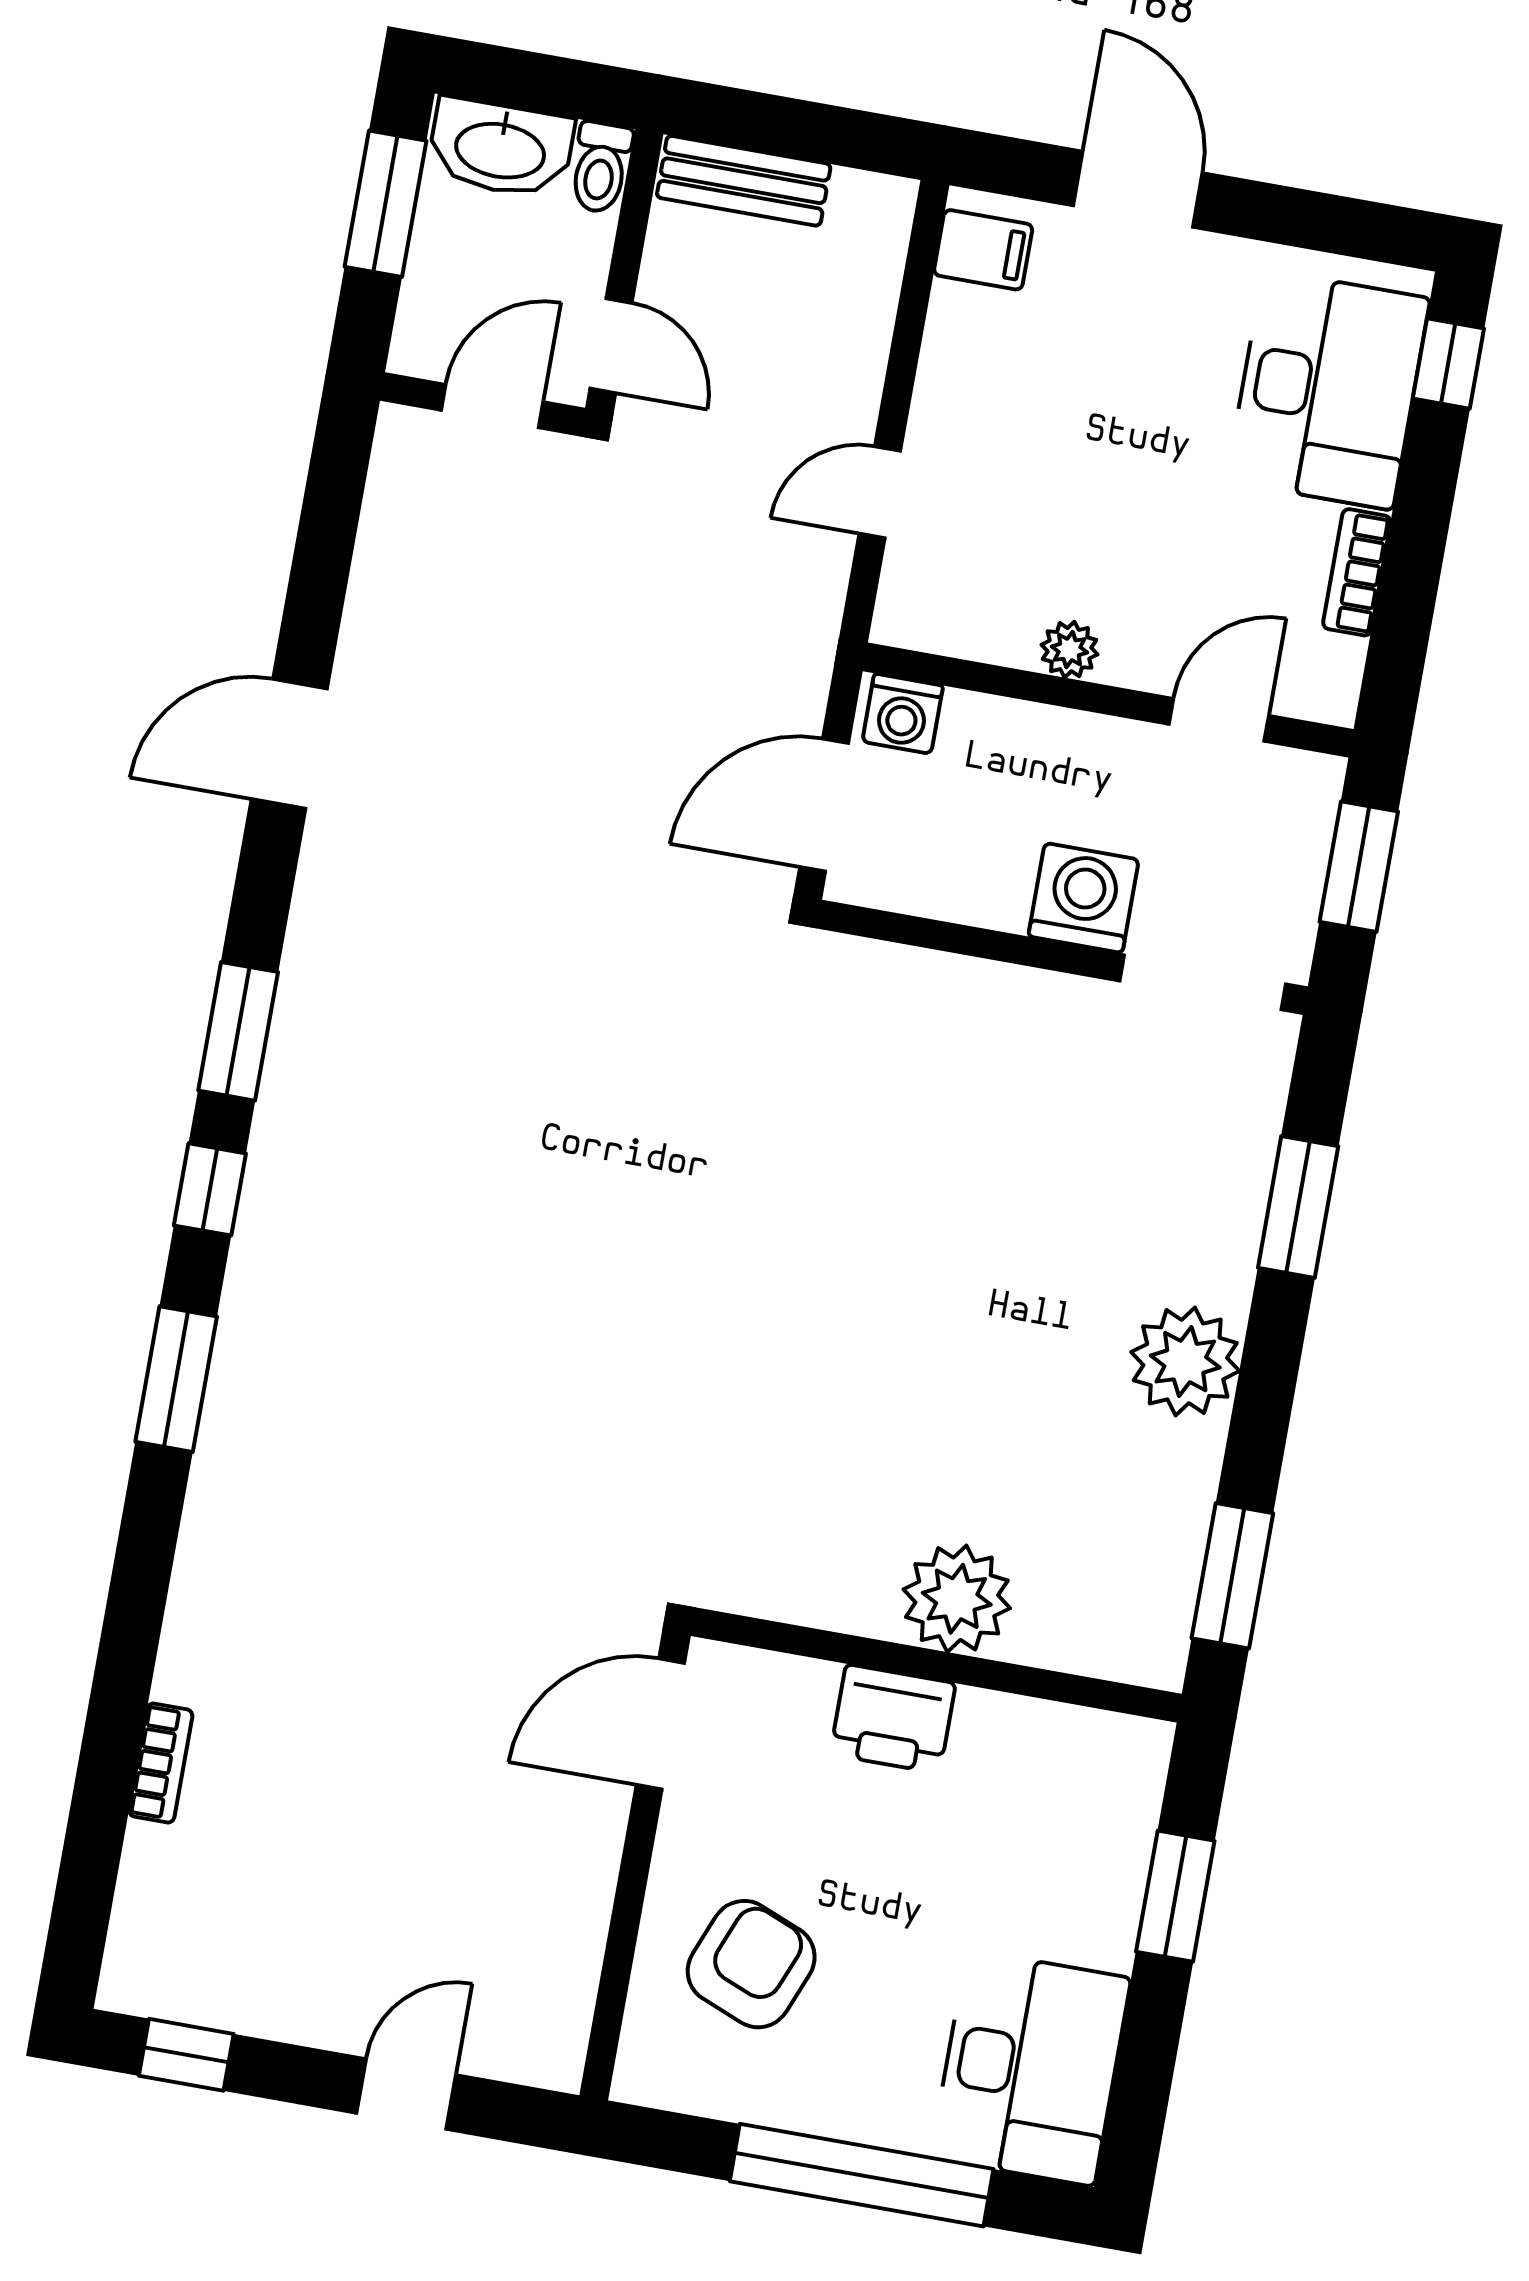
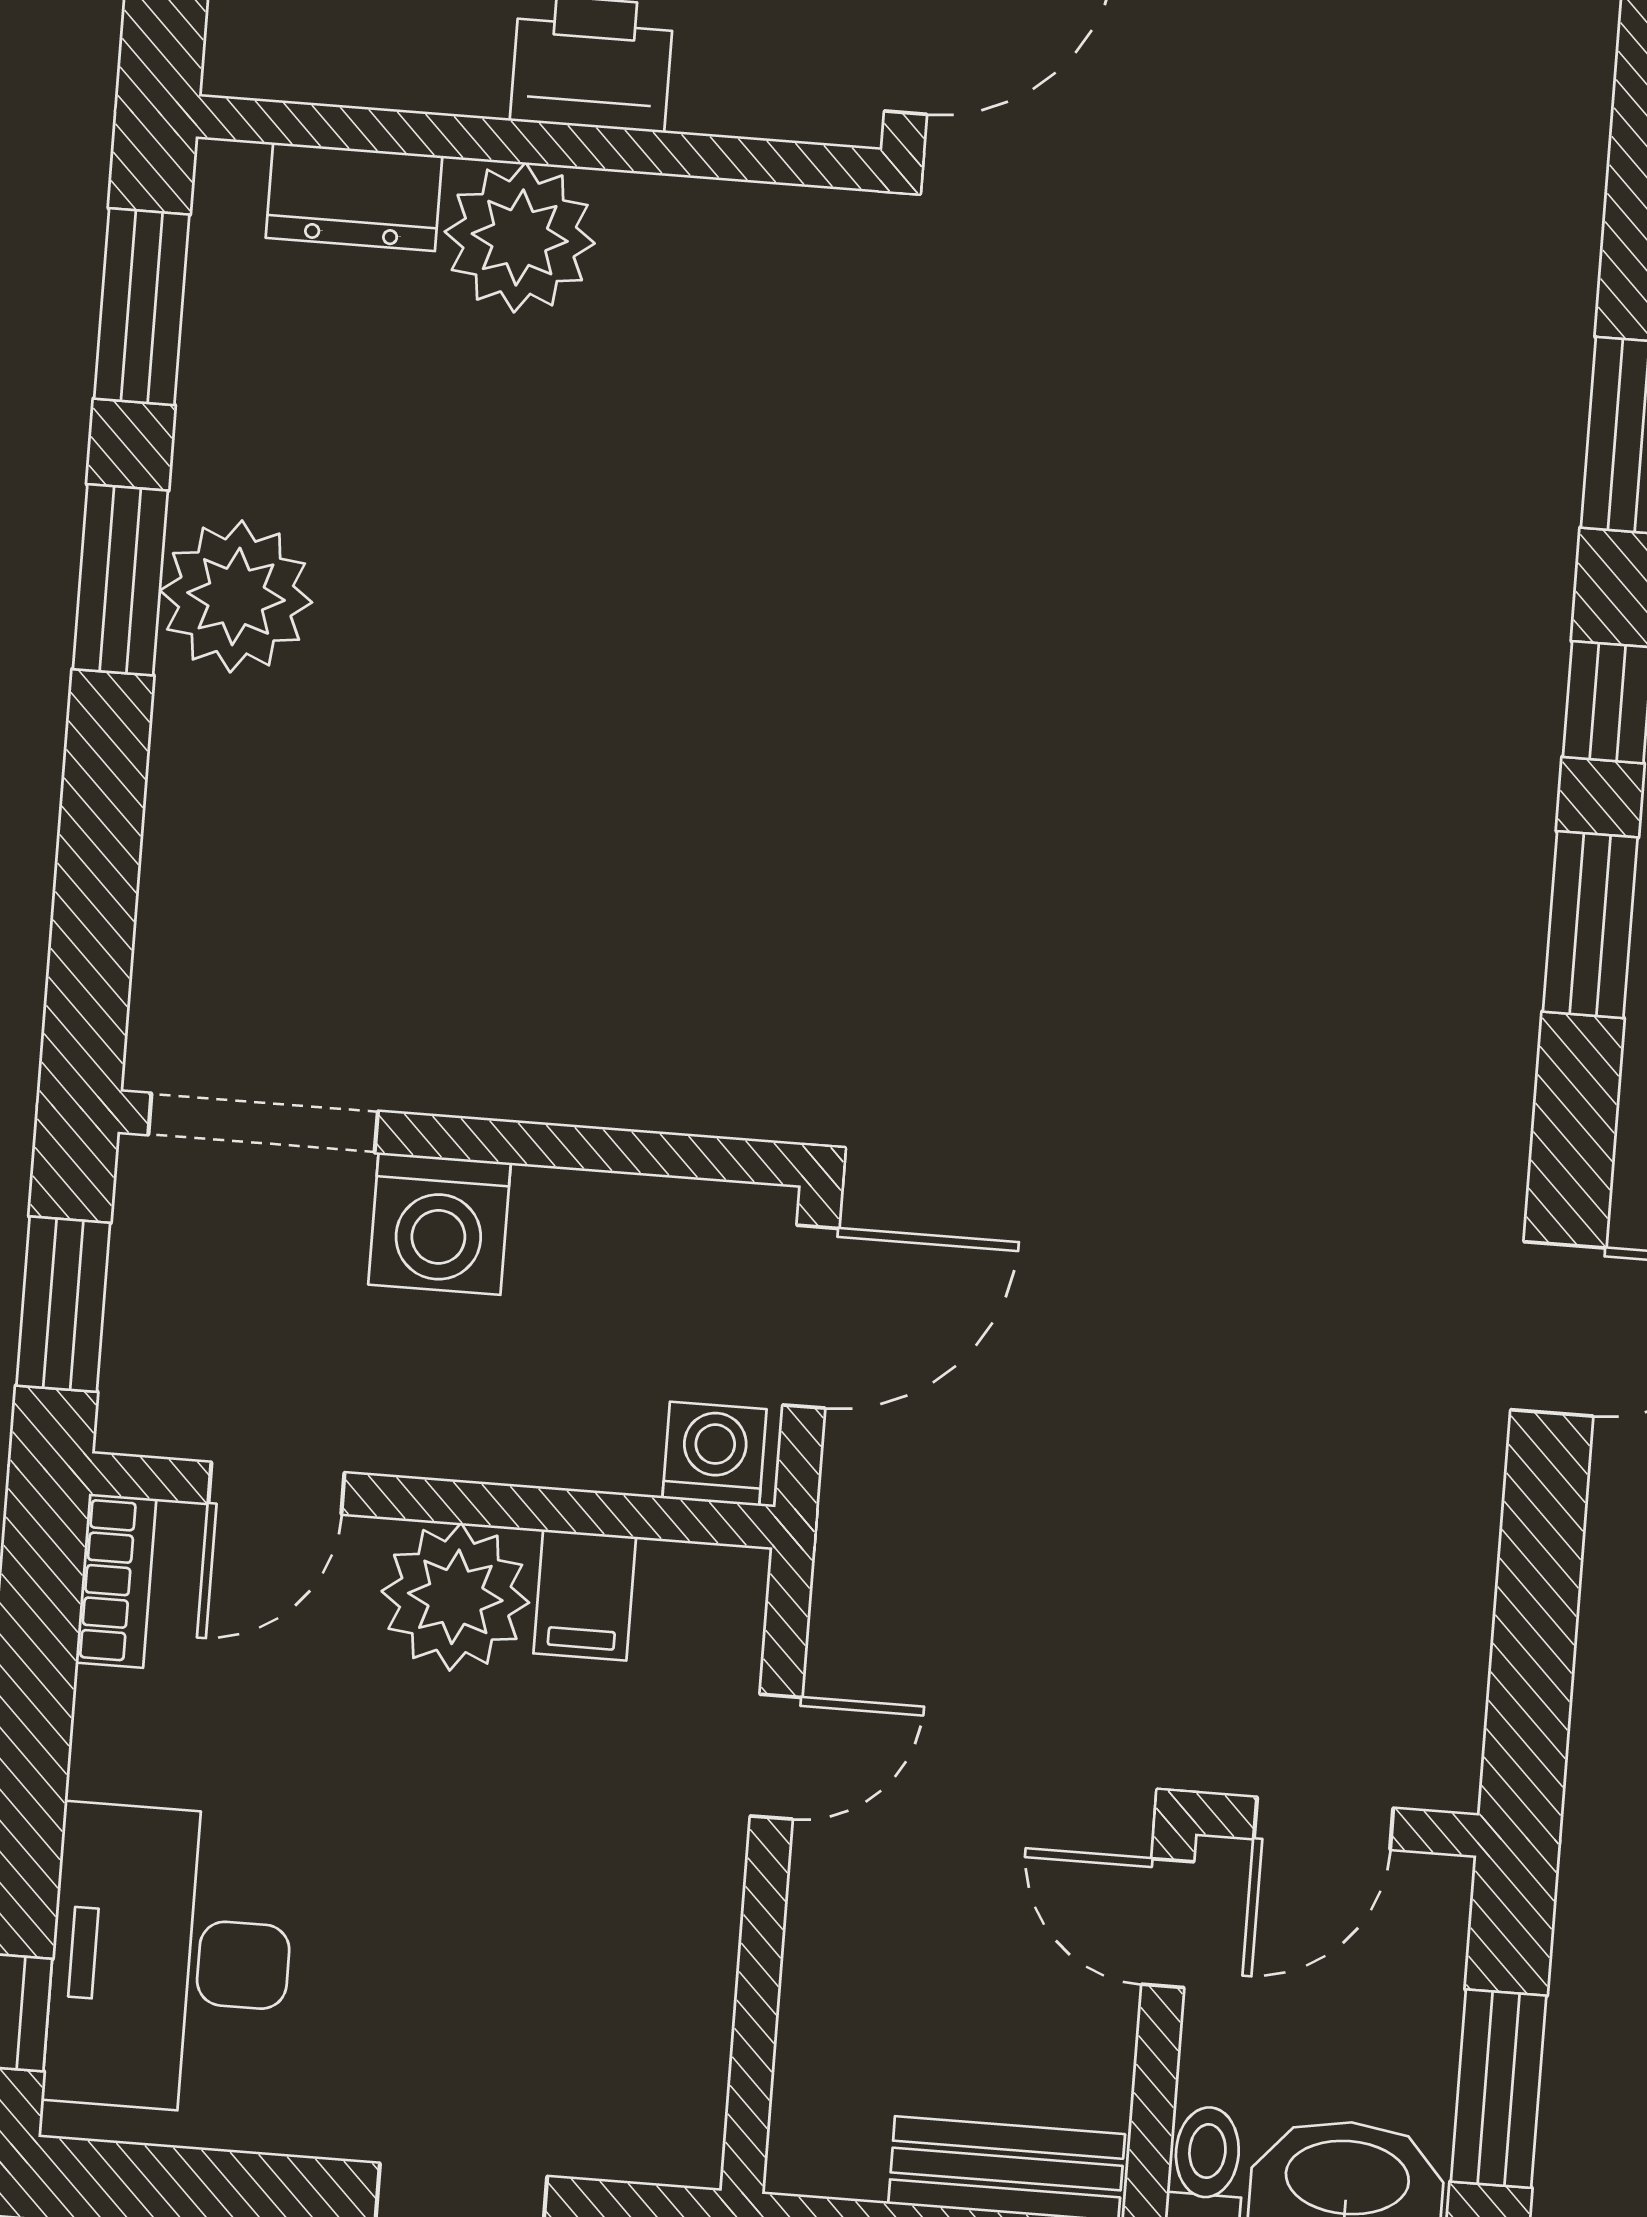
filing cabinet: (983, 250) -> (585, 1595), moved, turned -90
bookcase: (1357, 572) -> (116, 1581), moved
plant: (1070, 650) -> (455, 1597), width x1.88, depth x1.88
window: (1298, 1207) -> (120, 580), moved
dresser: (1073, 1640) -> (354, 197), added

